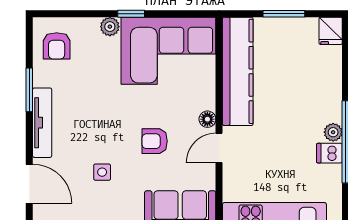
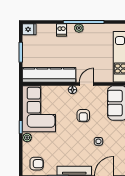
door: (219, 148) -> (87, 84), swing flipped
dishwasher: (329, 153) -> (61, 30), moved

